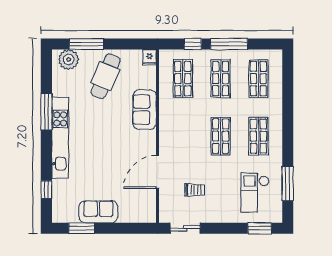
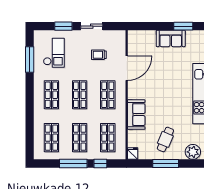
window: (86, 44) -> (166, 163), moved
cafe table: (105, 76) -> (165, 139), width x0.73, depth x0.74
shop shelf: (183, 136) -> (108, 95), added
sliding door: (185, 228) -> (92, 26), moved
window: (260, 228) -> (63, 26), moved

